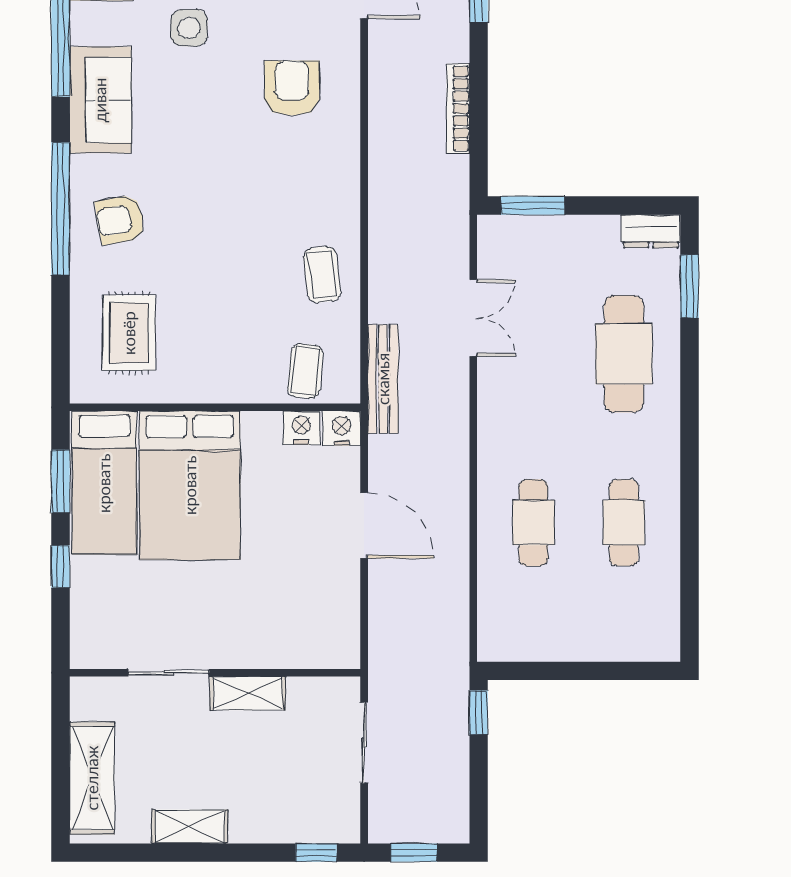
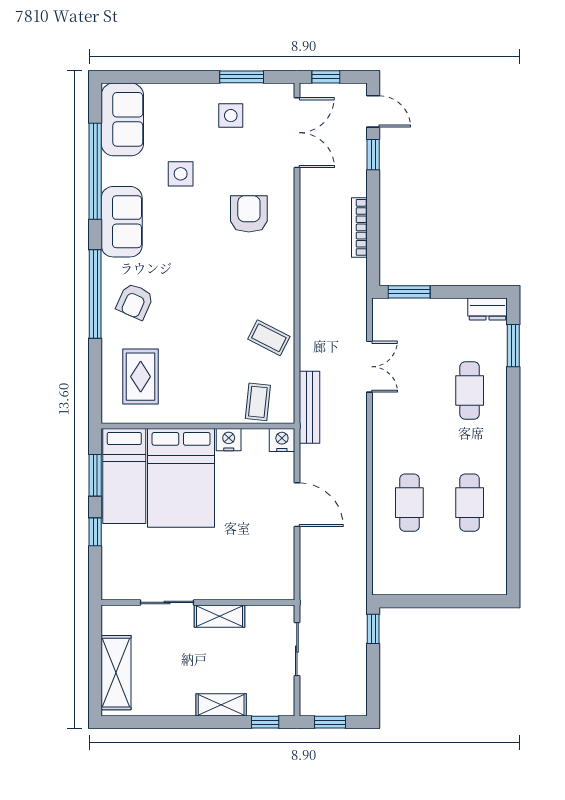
armchair: (120, 220) -> (135, 301), turned -56
coffee table: (322, 274) -> (269, 338), turned -56
cafe table: (624, 354) -> (470, 390), width x0.73, depth x0.74
nightstand: (301, 428) -> (229, 440), moved
shelving: (190, 827) -> (221, 705), moved

